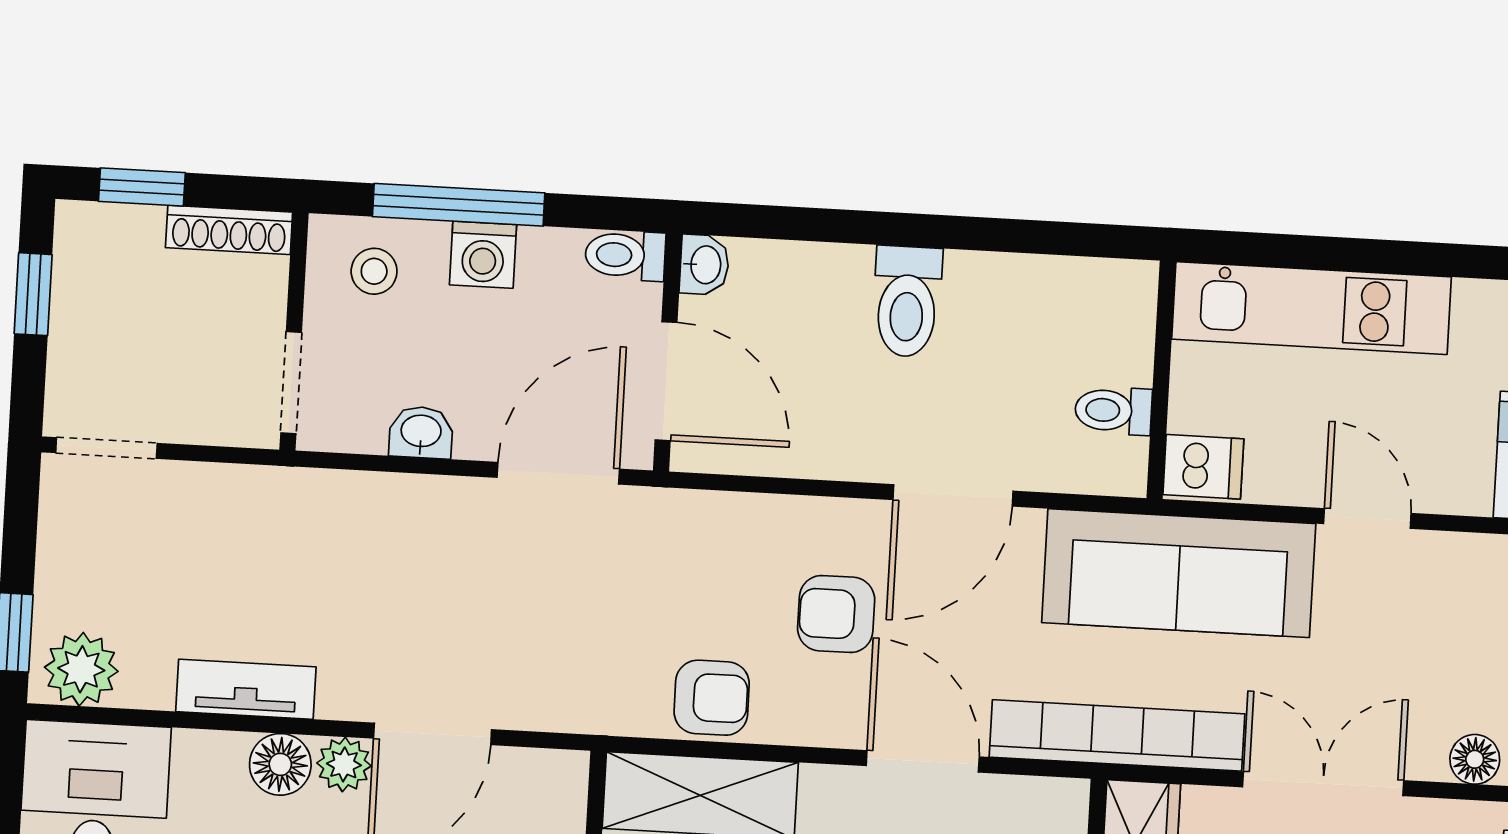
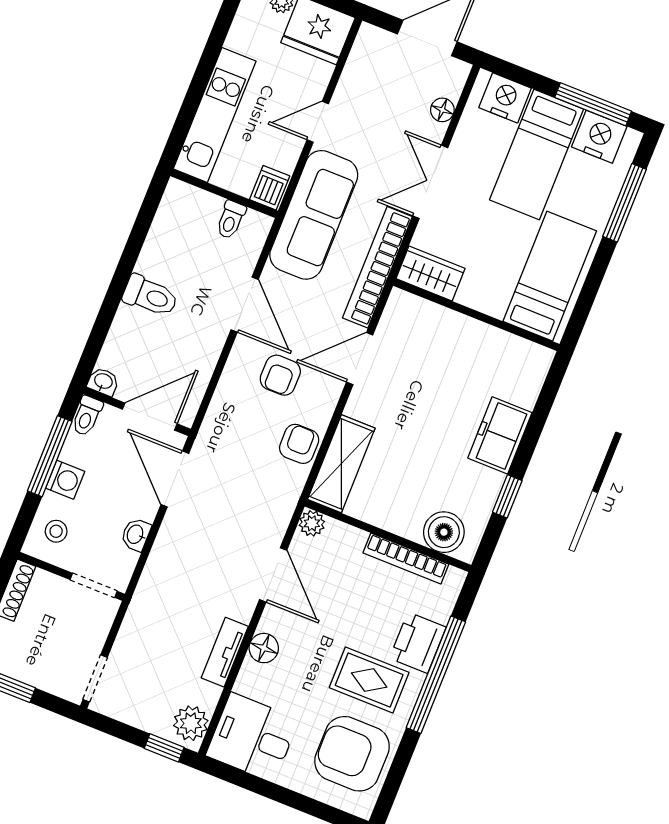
window: (459, 205) -> (50, 456), moved
plant: (344, 764) -> (312, 523), moved

